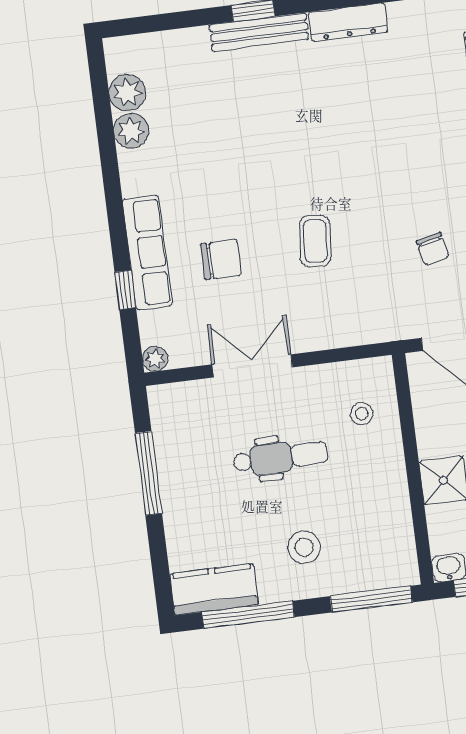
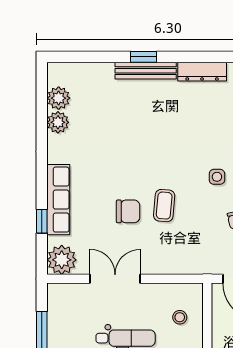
side table: (392, 185) -> (217, 177), added
chair: (221, 259) -> (128, 211), moved
plant: (155, 359) -> (62, 260), width x1.88, depth x1.88

